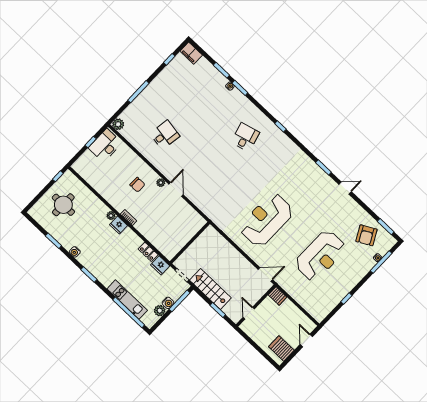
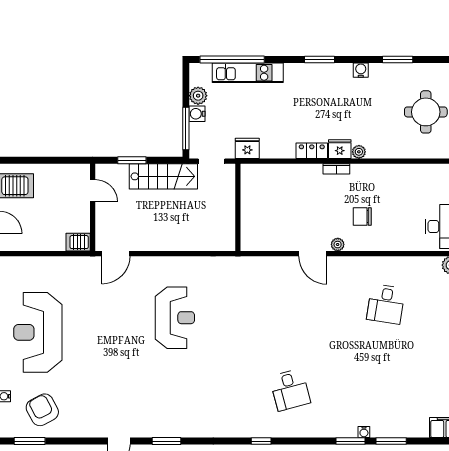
reception desk: (266, 220) -> (175, 318), width x0.74, depth x0.77
locker: (148, 252) -> (312, 151), moved
reception desk: (320, 256) -> (38, 332), moved

